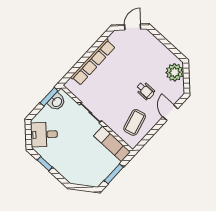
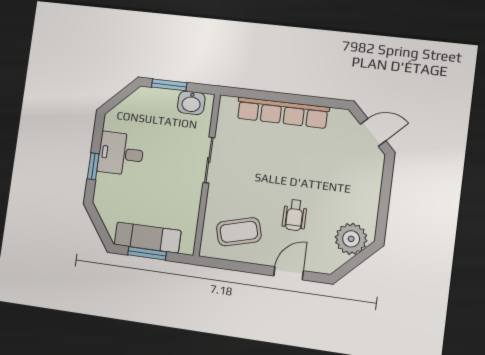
window: (49, 97) -> (169, 85), moved
desk: (44, 134) -> (121, 154), moved, turned -45
exam couch: (112, 144) -> (148, 238), moved, turned 90
window: (45, 164) -> (93, 166), moved

